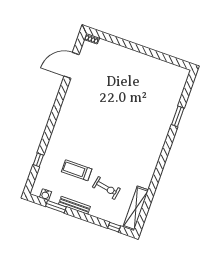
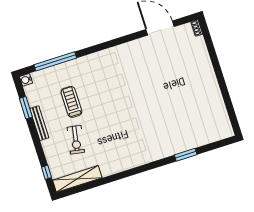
window: (38, 160) -> (55, 61), width x3.17
water cooler: (45, 195) -> (26, 80), moved

